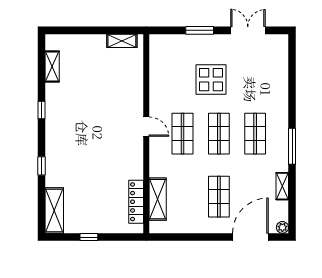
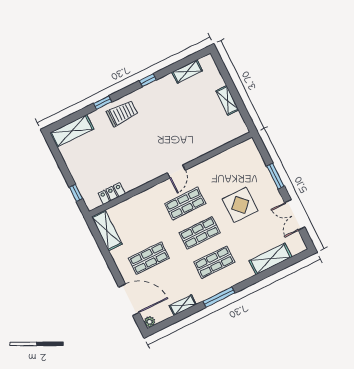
double door: (248, 30) -> (295, 215), swing flipped
shelving: (122, 41) -> (227, 100), moved
shelving: (280, 76) -> (271, 259), added
trolley: (62, 152) -> (122, 113), added
shelving: (158, 199) -> (107, 230), moved, turned 90
locker: (136, 202) -> (112, 193), width x0.66
window: (89, 237) -> (76, 193), moved

